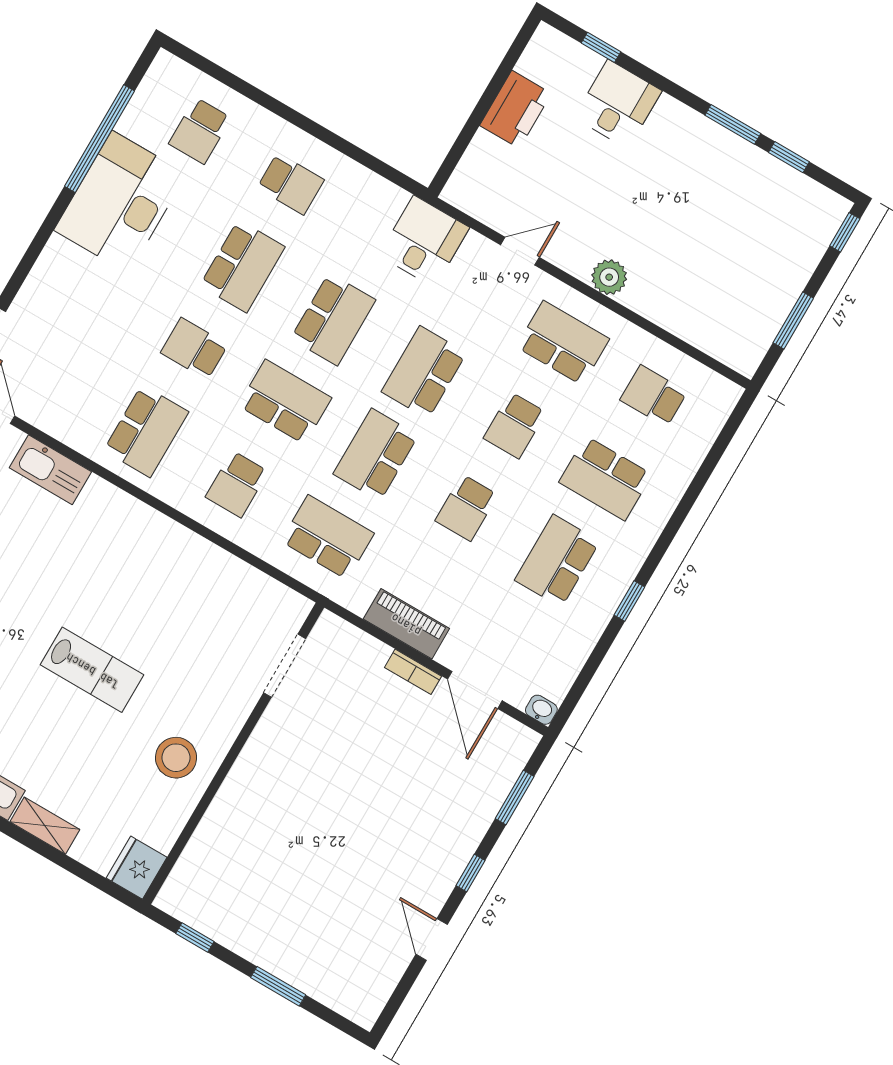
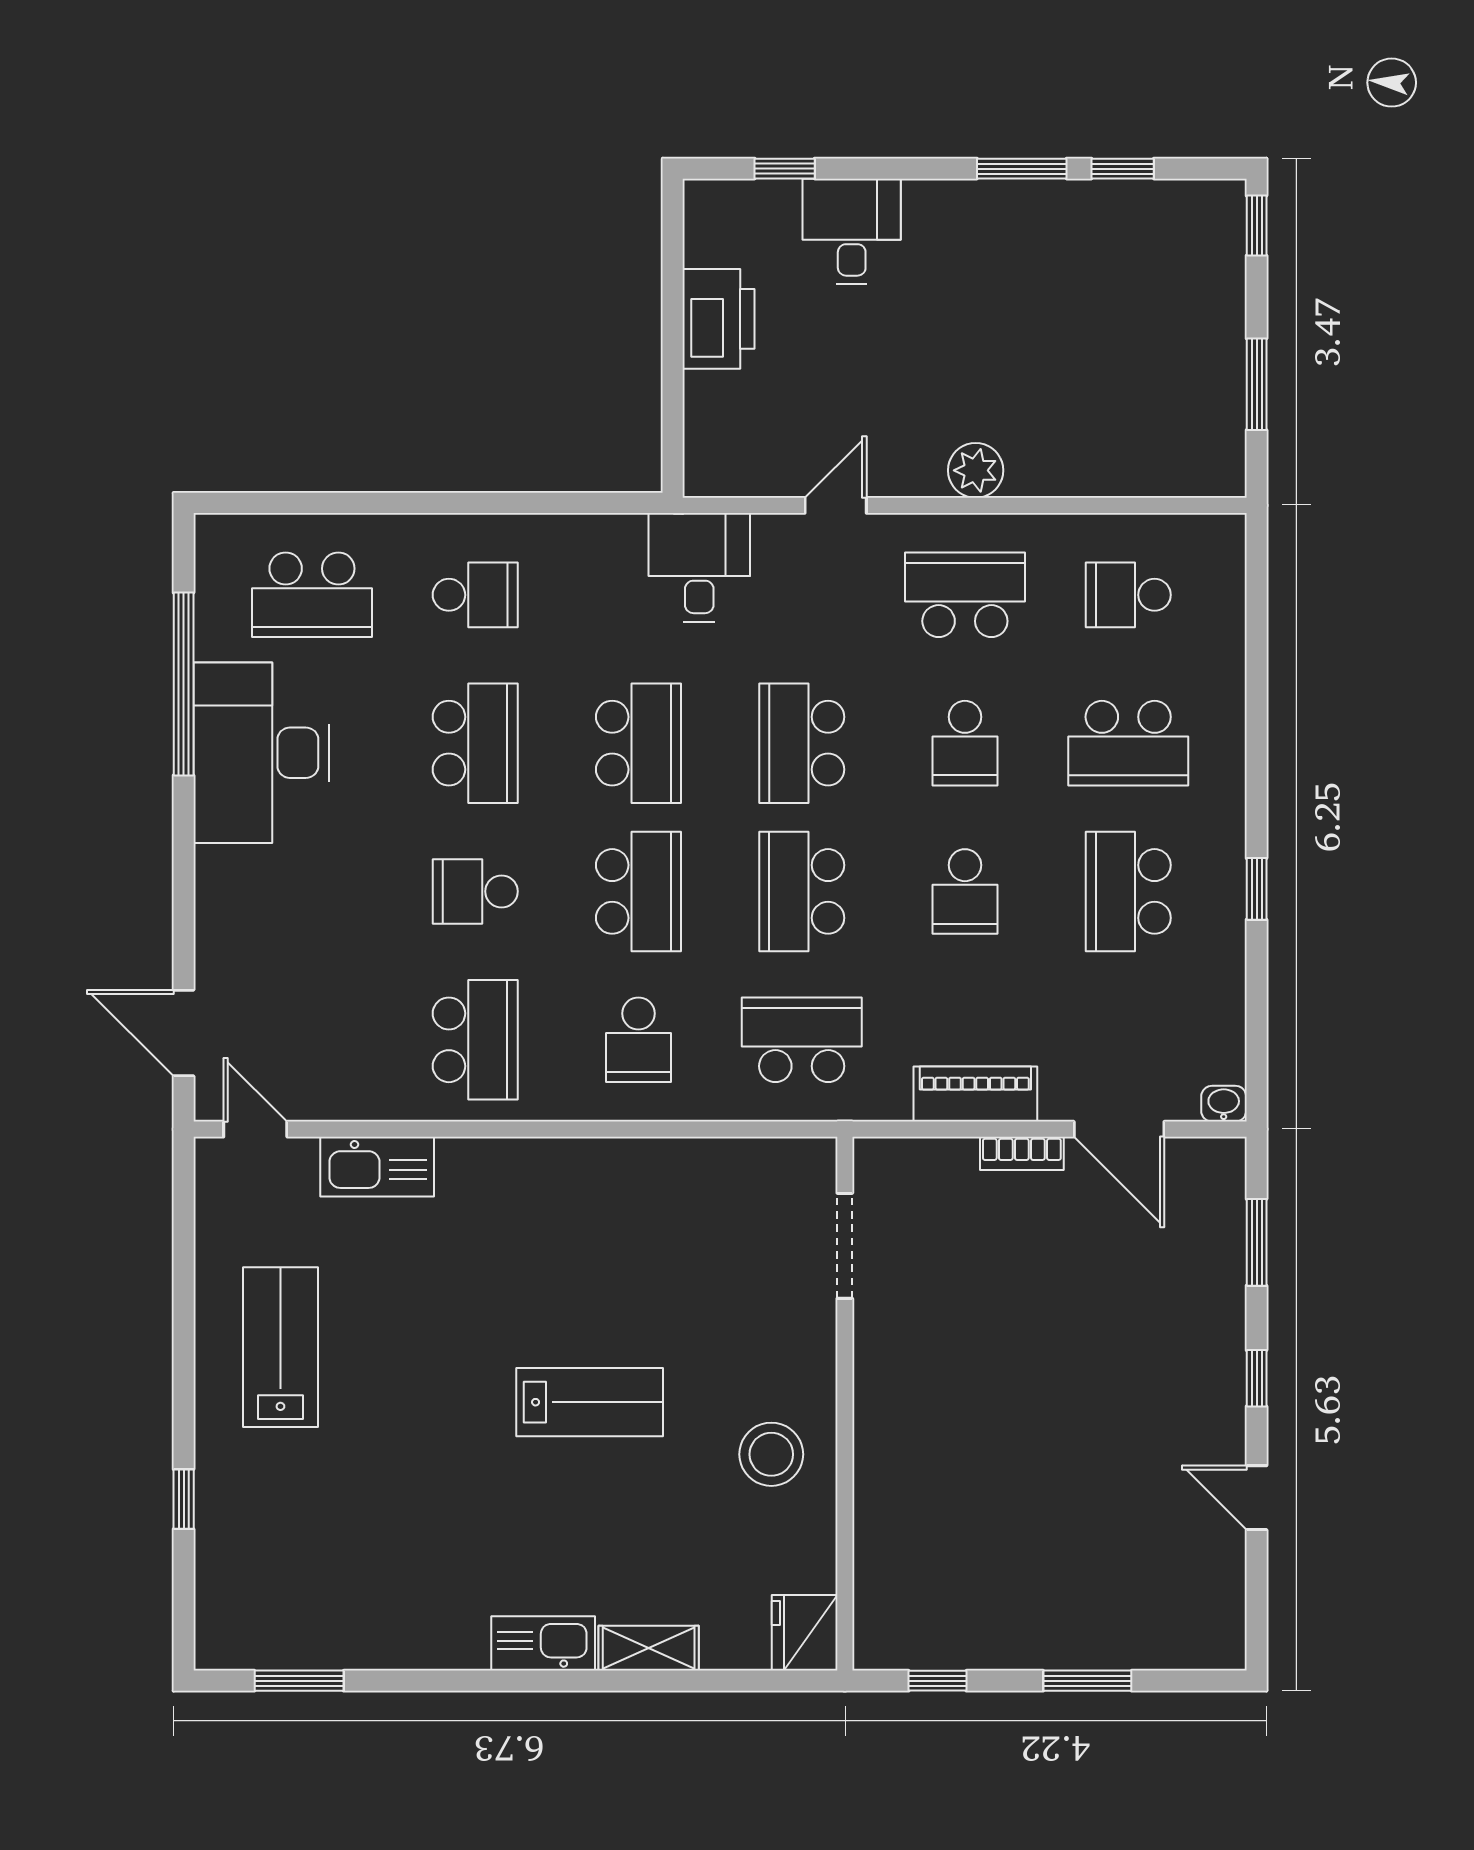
school desk: (200, 131) -> (312, 595), width x1.85
school desk: (285, 402) -> (638, 891), turned 90

